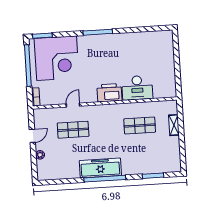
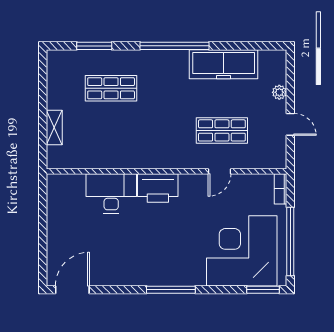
door: (157, 28) -> (72, 290), added
shop shelf: (140, 126) -> (111, 88), moved
door: (32, 136) -> (290, 124), swing flipped
freezer: (100, 168) -> (224, 64), moved

